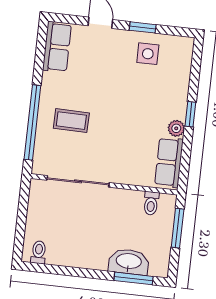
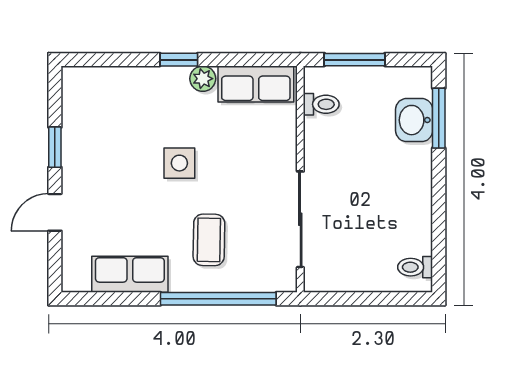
row of seats: (57, 47) -> (130, 274), moved
side table: (148, 54) -> (179, 163), moved
washbasin: (129, 262) -> (414, 120), width x0.72

